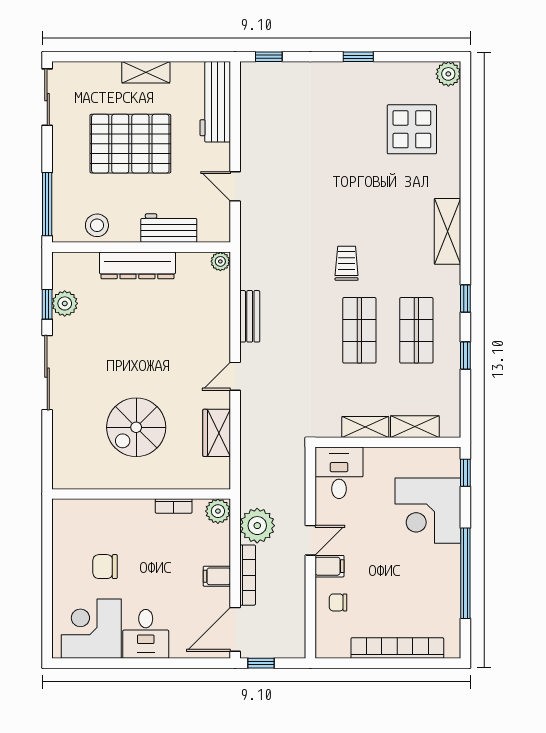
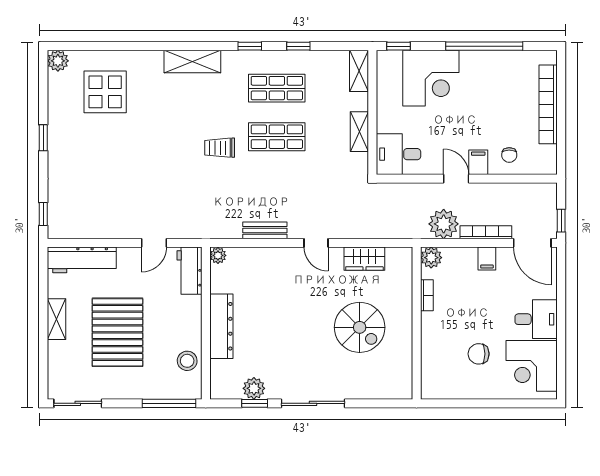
workbench: (169, 228) -> (190, 271), moved
shelving: (415, 427) -> (359, 71), moved
chair: (105, 567) -> (479, 354), turned 90

